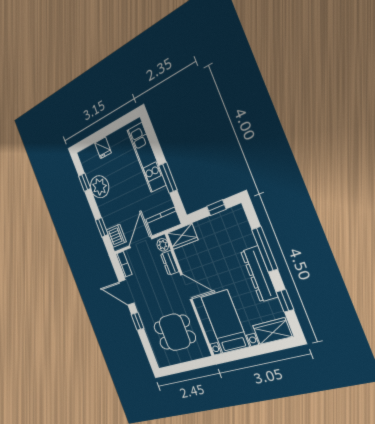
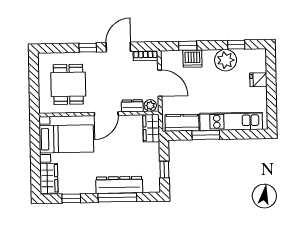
kitchen counter: (163, 222) -> (182, 123), moved, turned -90
dishwasher: (116, 236) -> (192, 59), moved
dresser: (259, 274) -> (119, 185), moved

